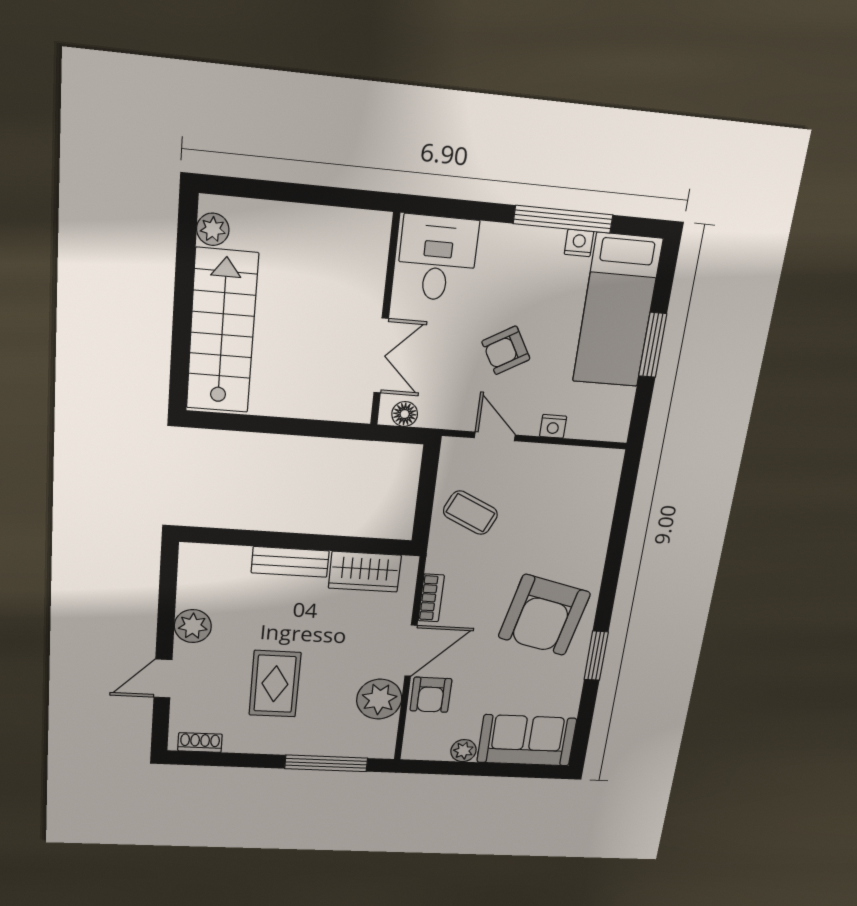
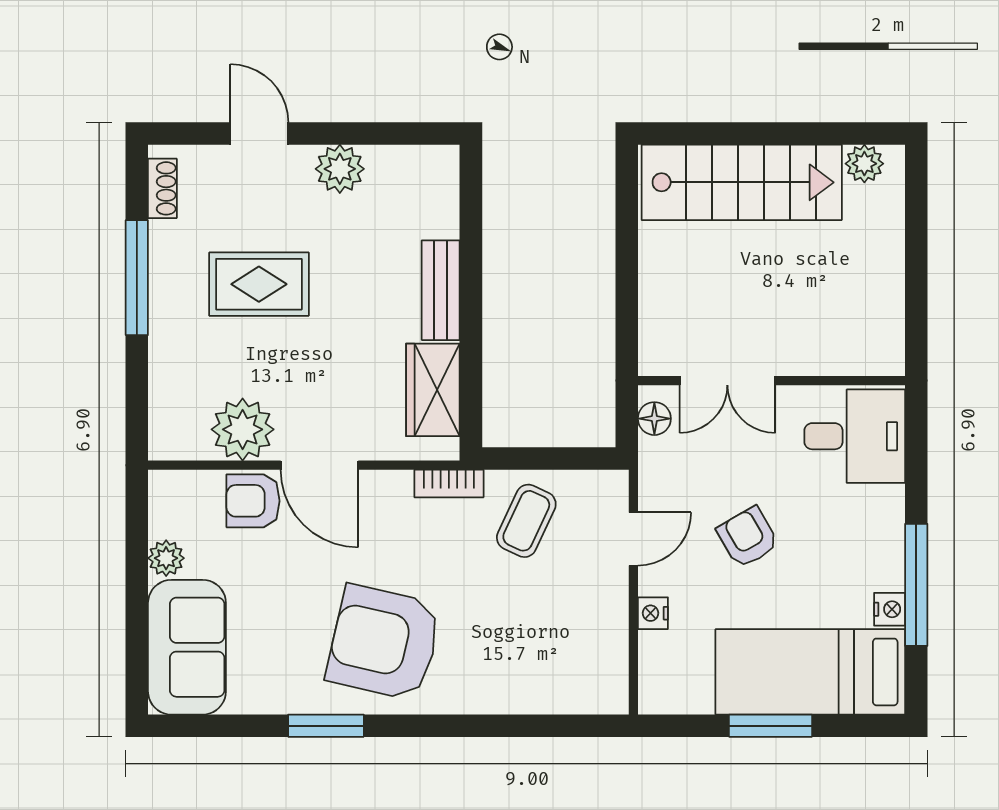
bookcase: (431, 598) -> (449, 483), moved
window: (326, 763) -> (137, 278), moved

